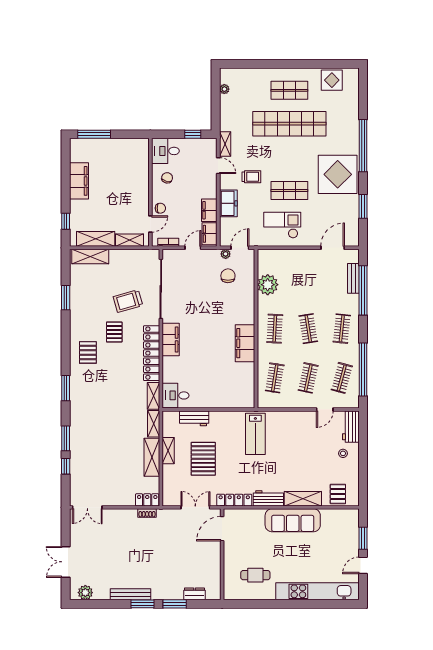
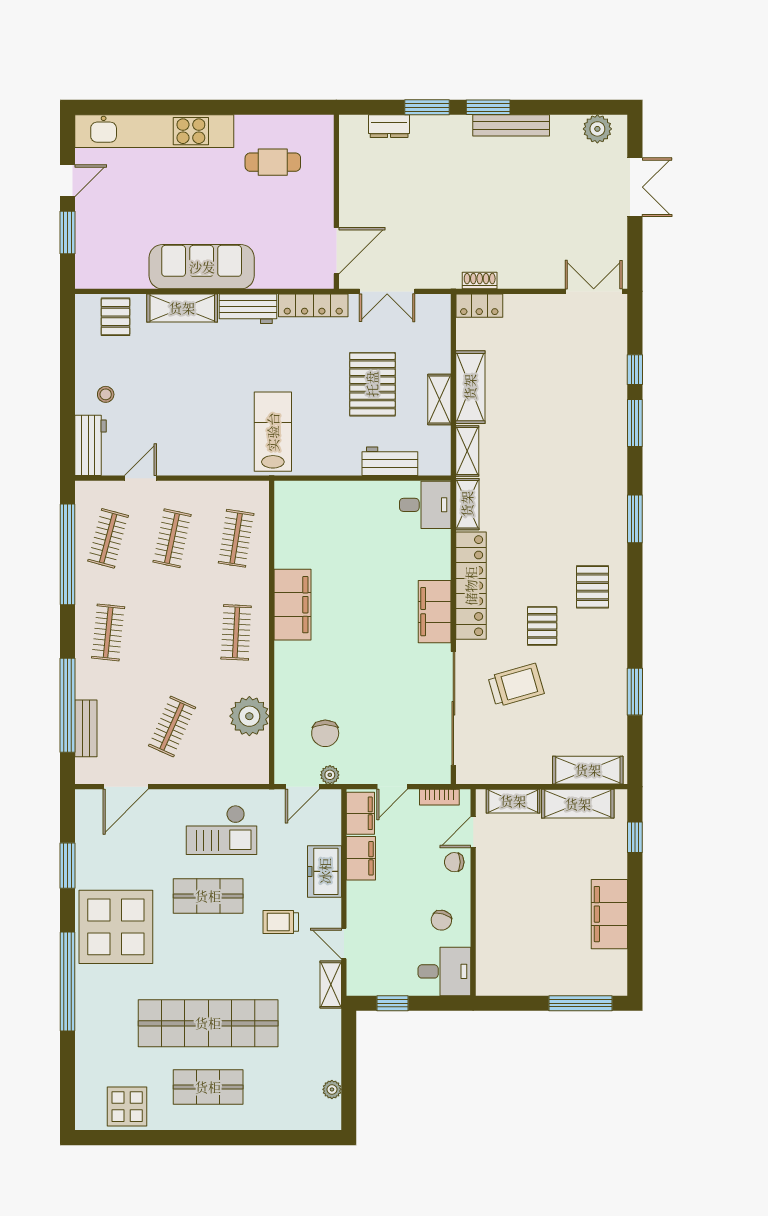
clothes rail: (308, 329) -> (172, 727), moved, turned 33

